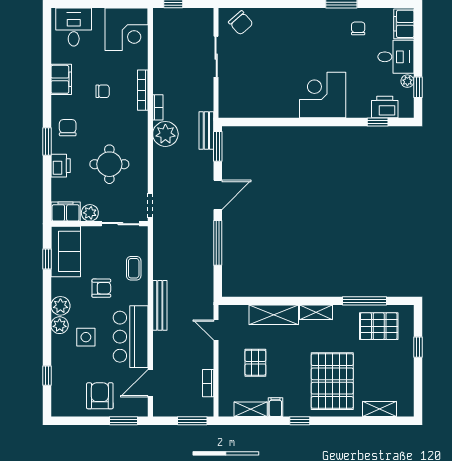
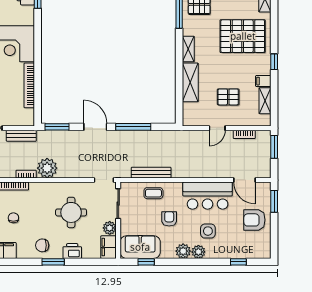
bookcase: (270, 111) -> (29, 85), added
bench: (206, 131) -> (21, 136), moved
bench: (160, 305) -> (151, 173), moved
door: (216, 330) -> (217, 128), moved

